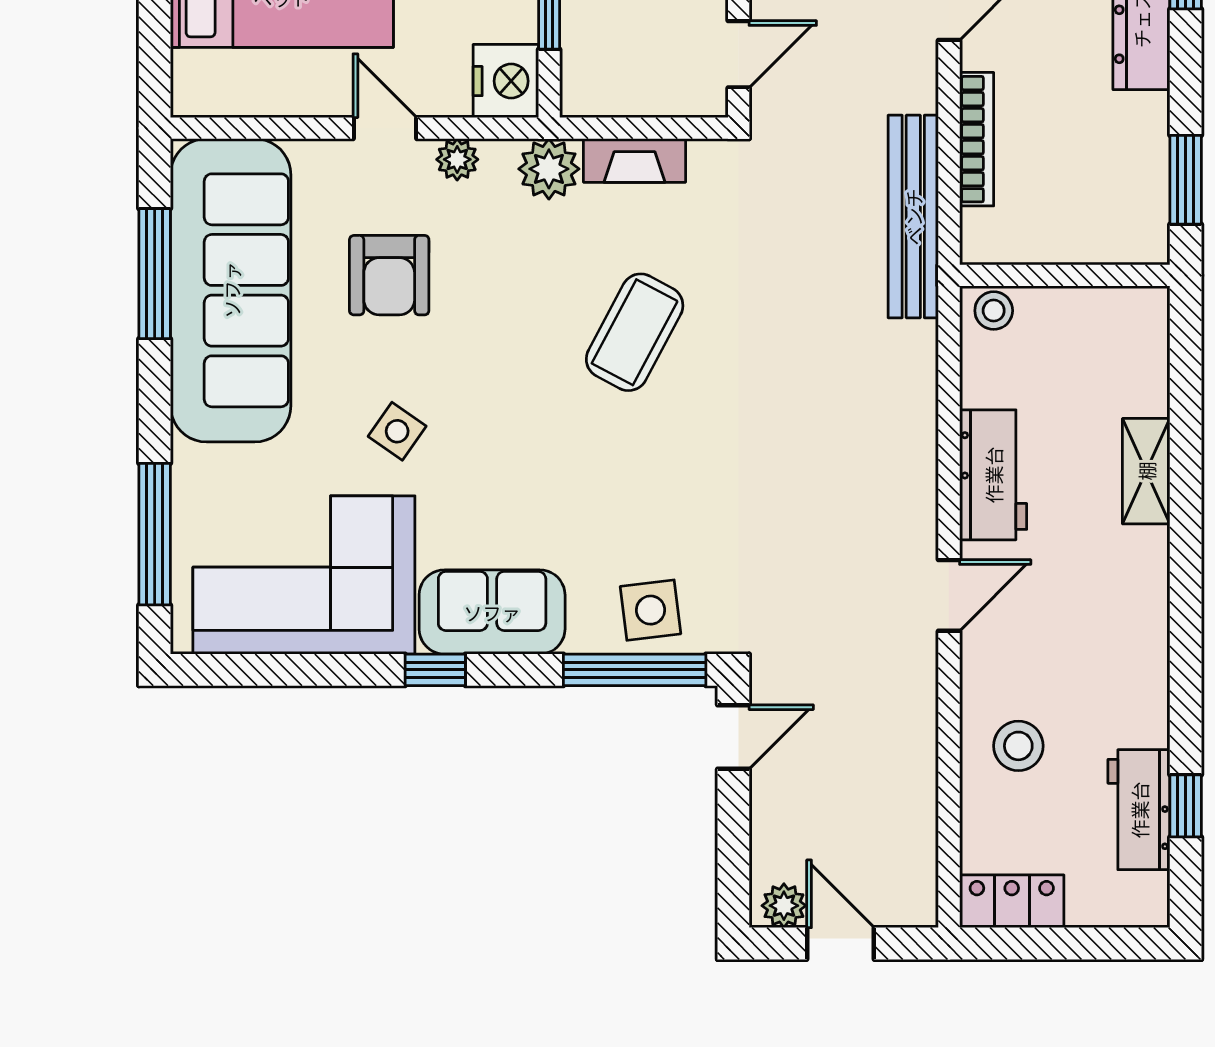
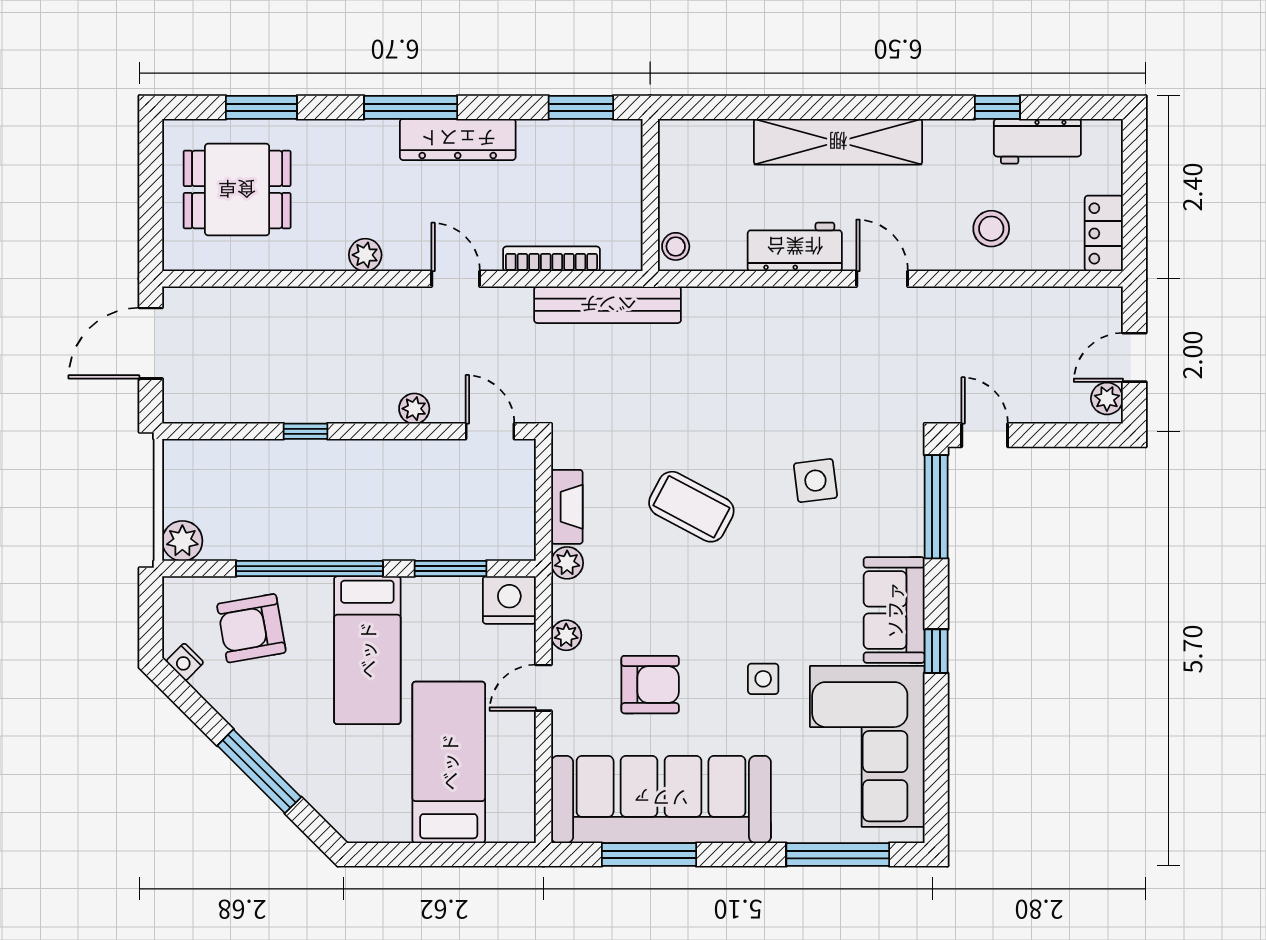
plant: (549, 169) -> (567, 563), width x0.73, depth x0.73
side table: (397, 431) -> (763, 679), turned -35
shelving: (1146, 471) -> (838, 142), width x2.20, depth x1.33
side table: (651, 610) -> (815, 481), moved
window: (1186, 806) -> (997, 107), moved

